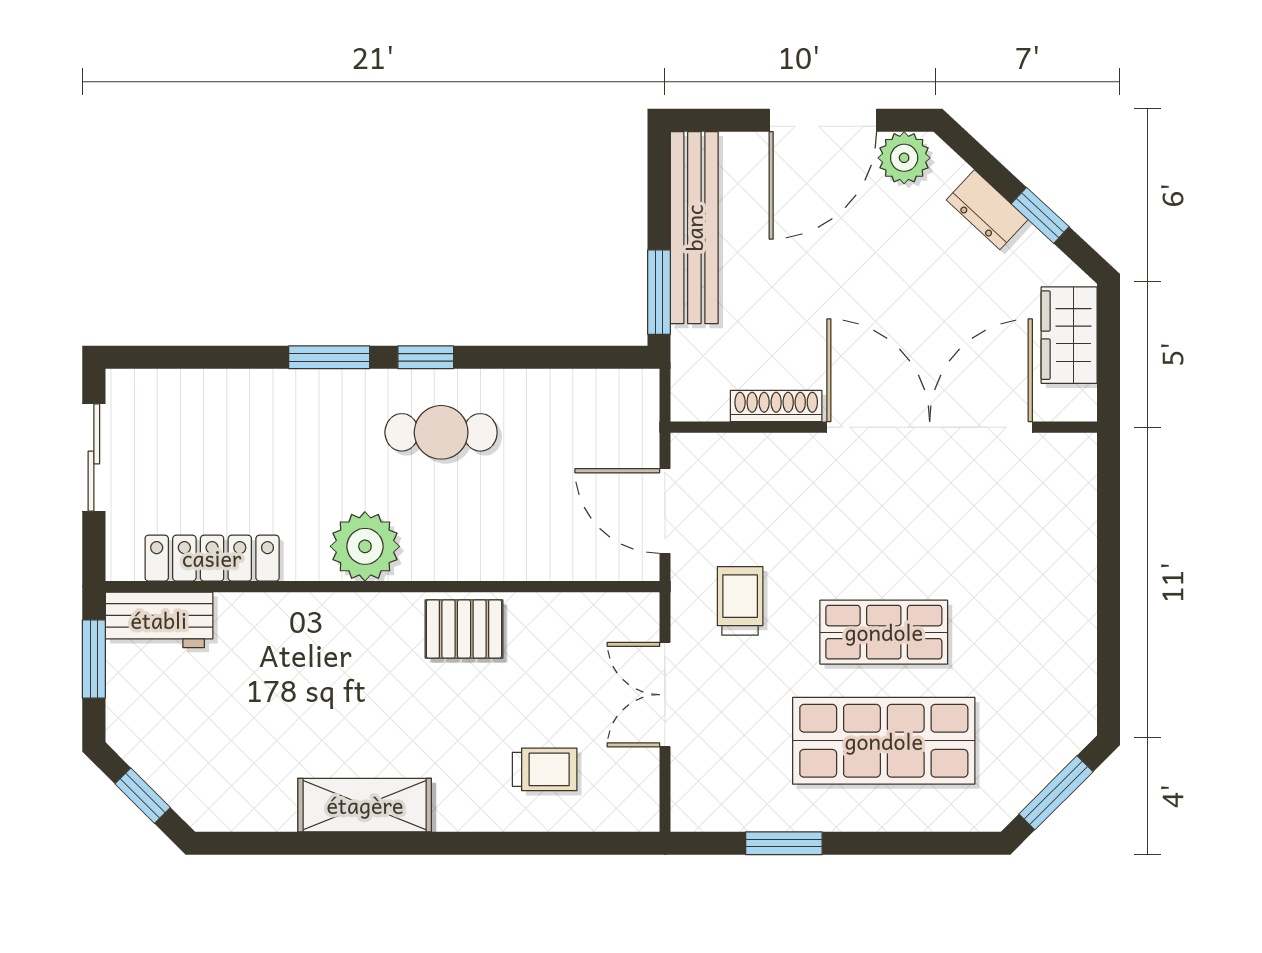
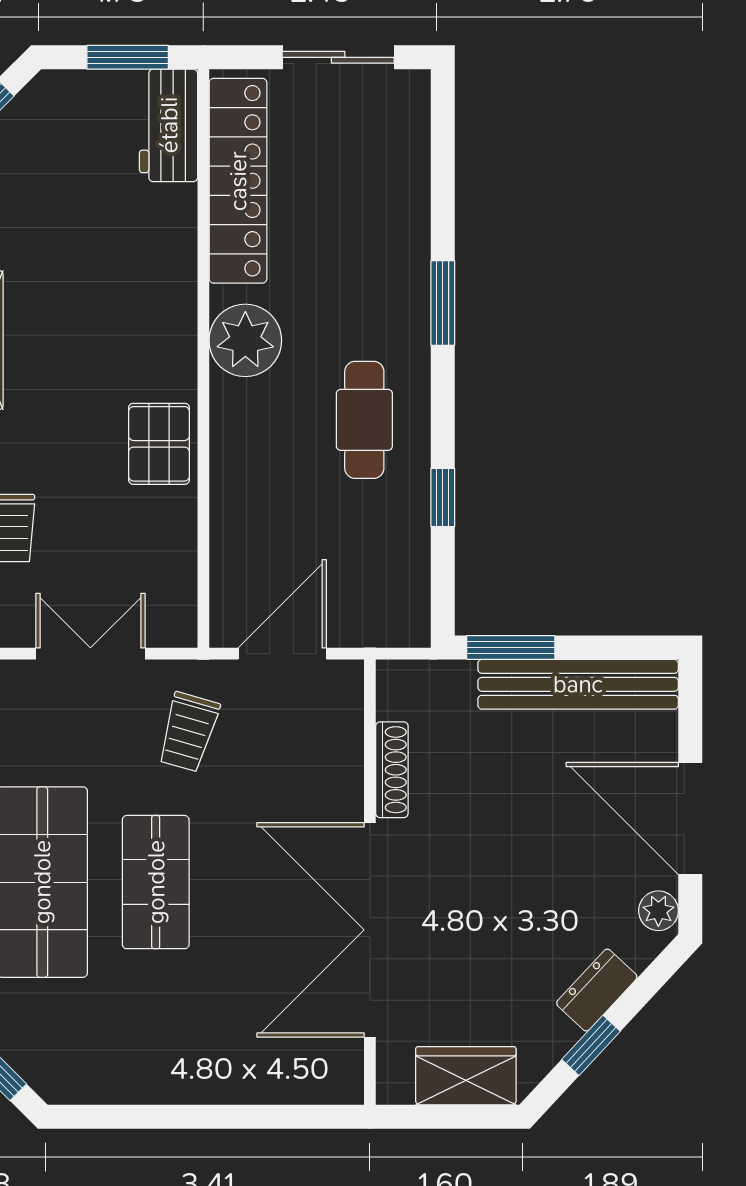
plant: (904, 158) -> (658, 911), width x0.73, depth x0.73
window: (426, 357) -> (443, 497), moved
double door: (930, 427) -> (370, 930), swing flipped
locker: (212, 558) -> (238, 181), width x1.41, depth x1.21
trolley: (740, 601) -> (188, 732), turned 106

